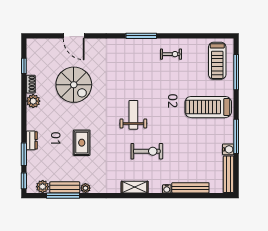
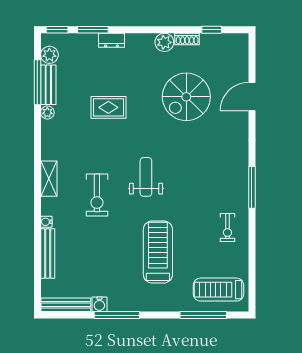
treadmill: (208, 107) -> (158, 252), moved
weight bench: (133, 115) -> (146, 177), turned -90

